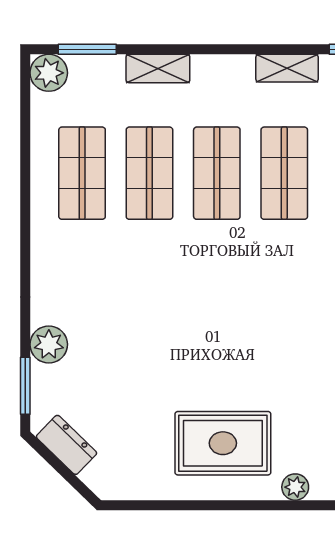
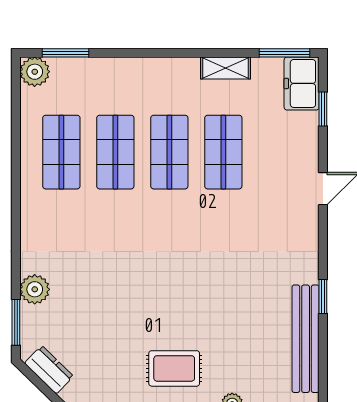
shelving: (158, 69) -> (122, 68), removed
rug: (223, 443) -> (174, 368), width x0.73, depth x0.70

